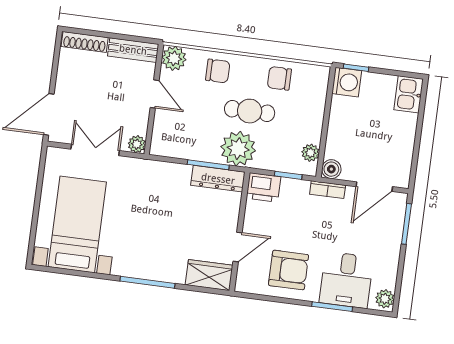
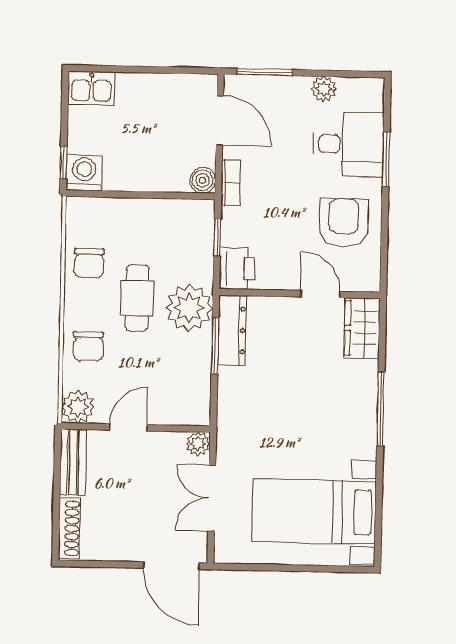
chair: (218, 71) -> (88, 347), turned 180
plant: (310, 153) -> (184, 211), removed
plant: (385, 299) -> (324, 89), moved

